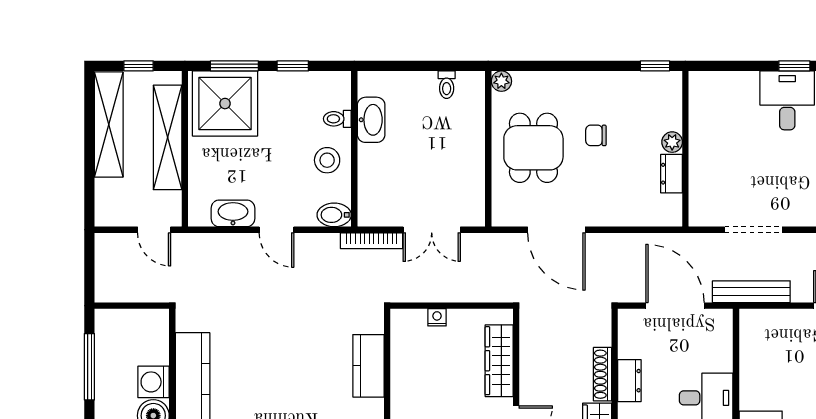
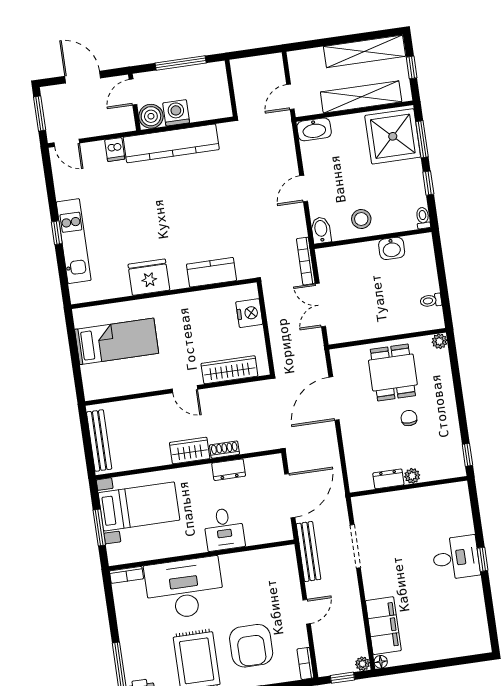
toilet: (337, 119) -> (423, 218), moved
washbasin: (371, 120) -> (392, 248), width x0.72
dining table: (533, 148) -> (393, 372), turned 90
washbasin: (233, 213) -> (314, 129), moved, turned 90
nightstand: (437, 317) -> (249, 313), width x1.89, depth x1.79
shoe rack: (603, 374) -> (224, 450), width x0.70

